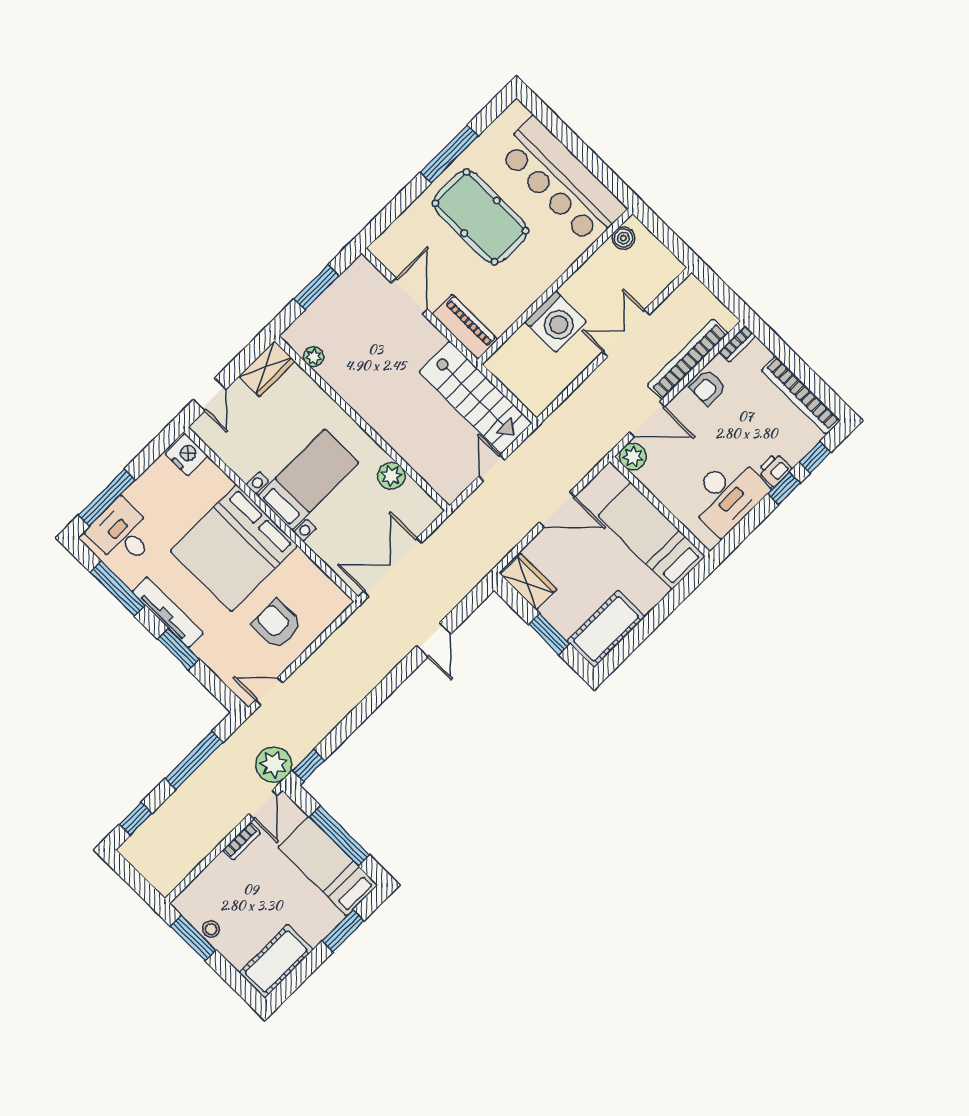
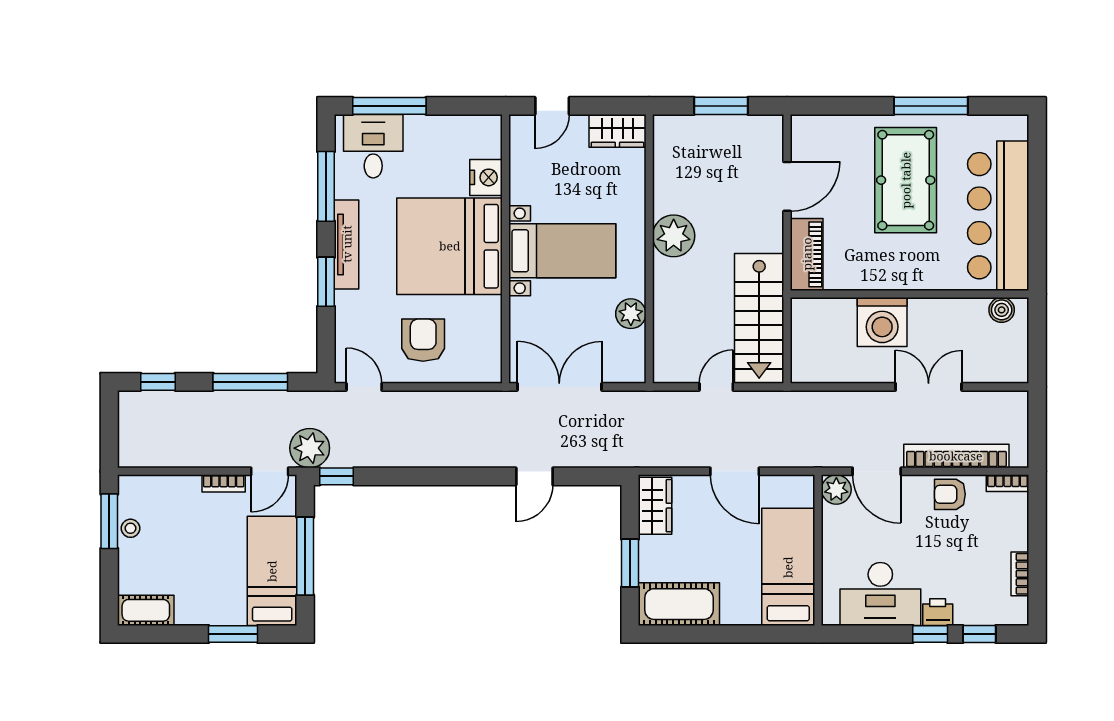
plant: (314, 357) -> (674, 236), moved, width x1.88, depth x1.88
bookcase: (801, 395) -> (1020, 574), width x0.43, depth x0.76
nightstand: (186, 455) -> (486, 177), moved
cot: (276, 961) -> (146, 610), width x0.73, depth x0.75

